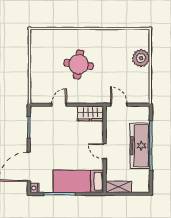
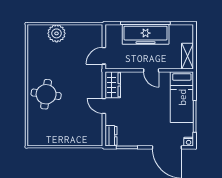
round table: (79, 64) -> (46, 94), moved
door: (59, 105) -> (104, 106), moved
dresser: (40, 112) -> (111, 136), added
door: (105, 151) -> (151, 70), hinge flipped

